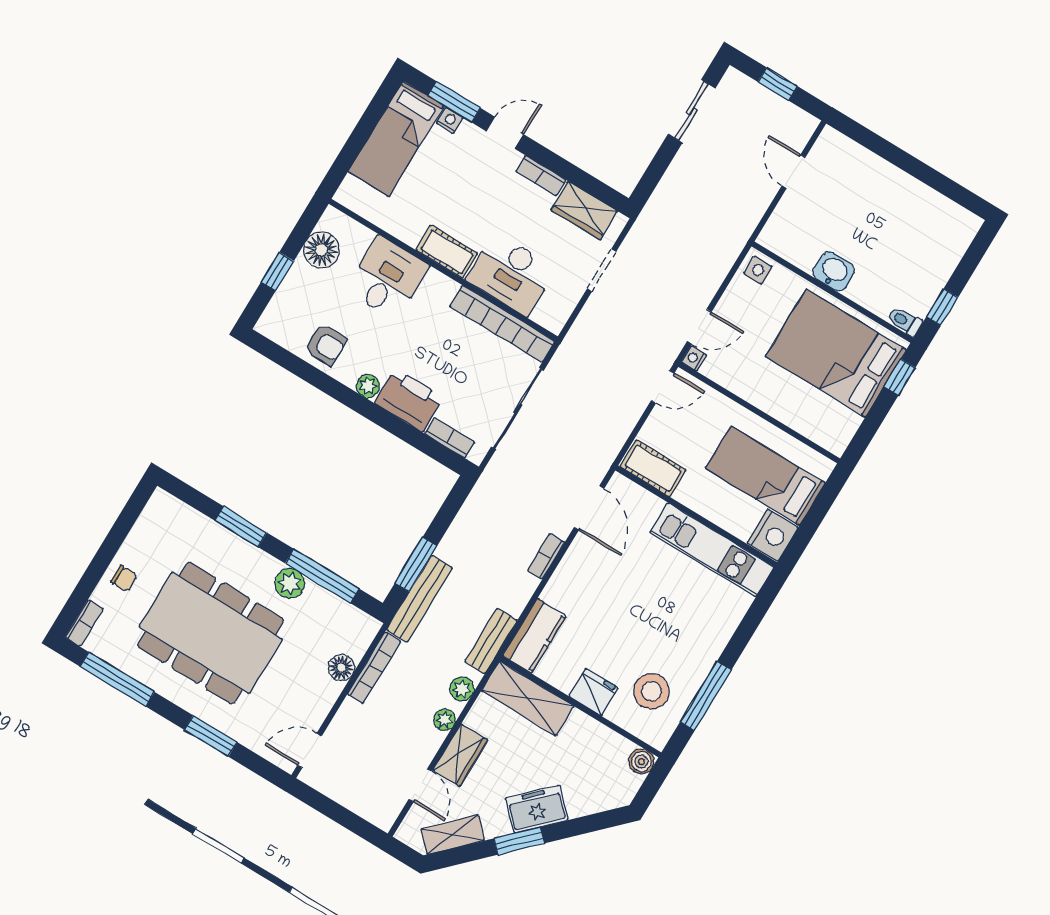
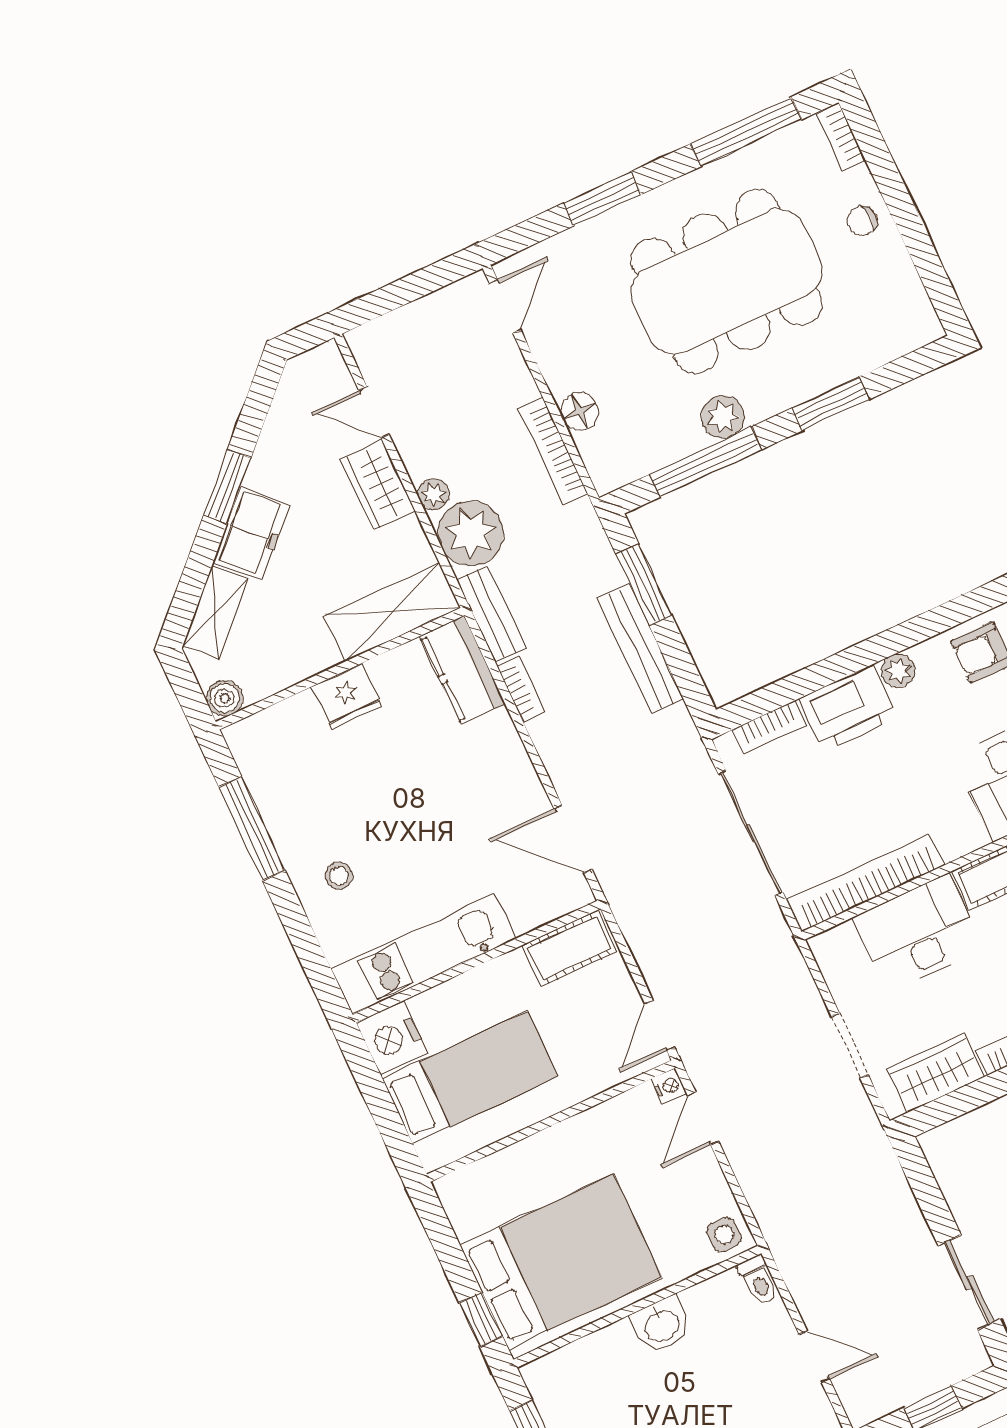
toilet: (905, 321) -> (758, 1281), moved, turned 90
bookcase: (546, 556) -> (521, 688), moved
bench: (419, 599) -> (641, 649), moved
plant: (462, 689) -> (471, 533), width x1.88, depth x1.88
stool: (651, 691) -> (339, 876), moved, width x0.53, depth x0.53
shelving: (453, 835) -> (215, 612), moved

